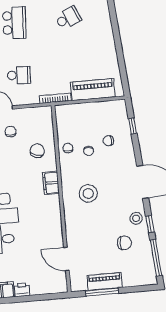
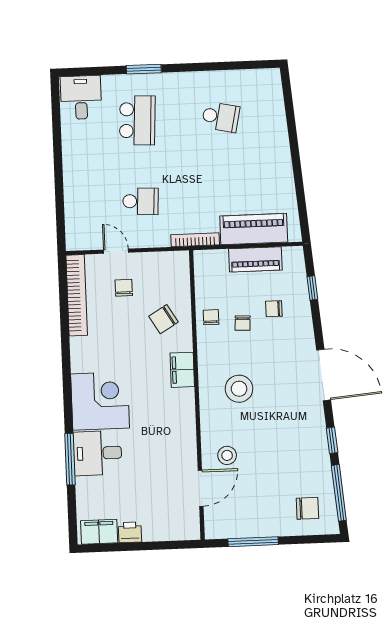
school desk: (68, 18) -> (221, 117), turned 36
chair: (37, 151) -> (164, 319), turned -139
stool: (136, 218) -> (227, 455), moved
chair: (124, 243) -> (307, 508), moved
door: (66, 259) -> (201, 488), swing flipped
piano: (105, 281) -> (255, 259), moved, turned 180

